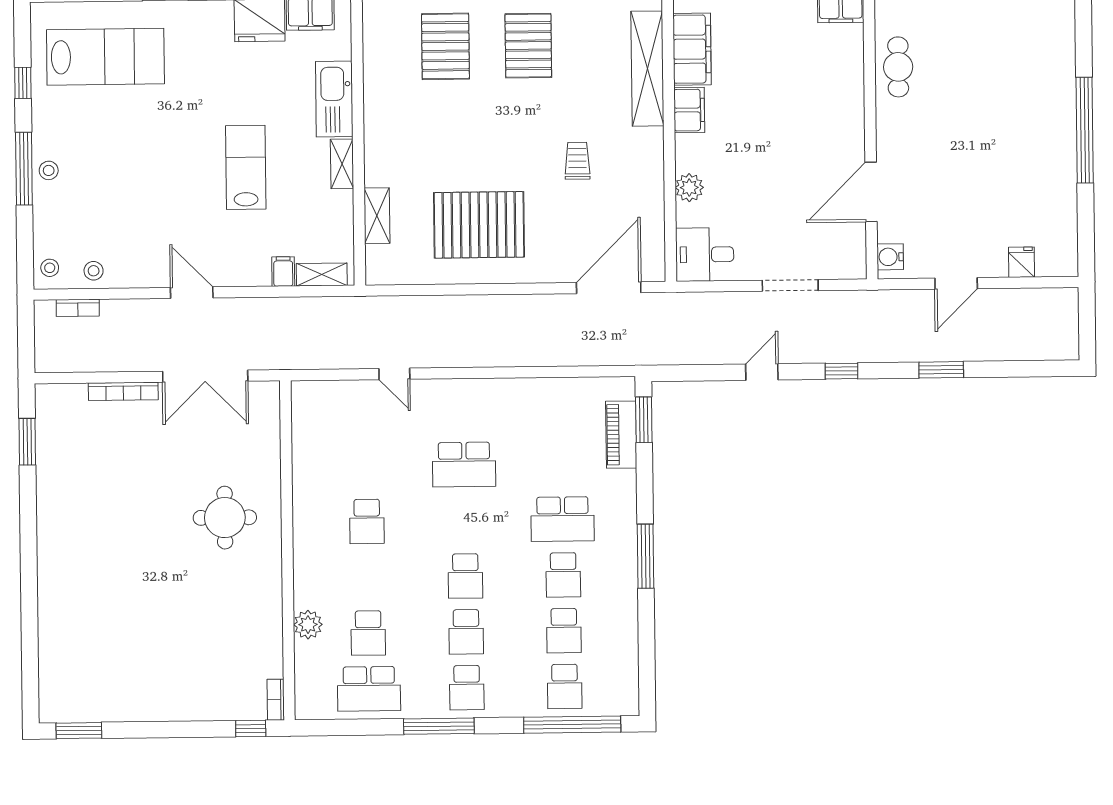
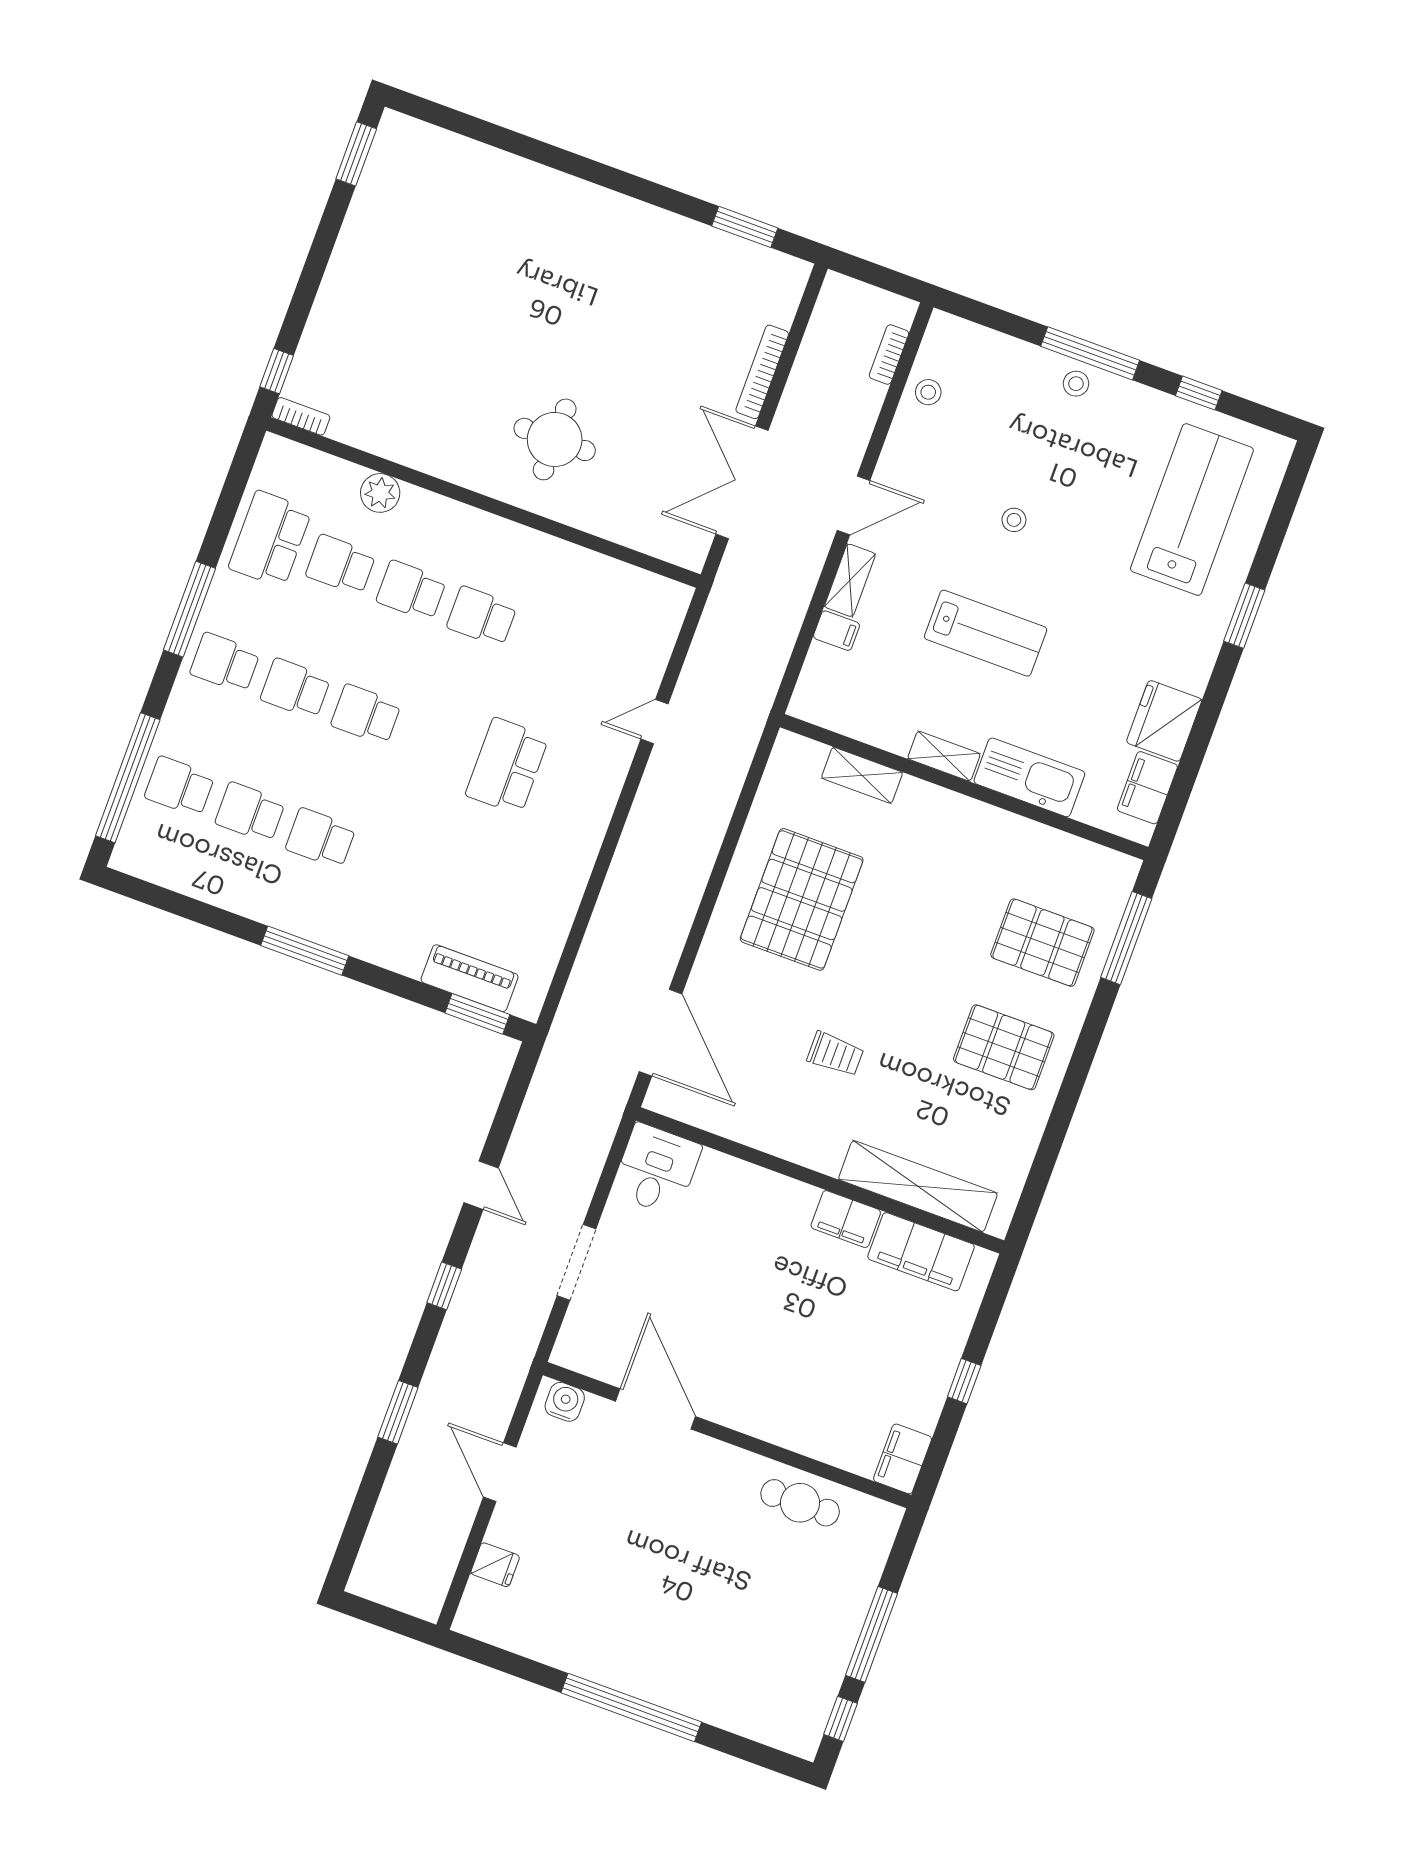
lab bench: (105, 57) -> (1192, 510), turned 180
plant: (689, 188) -> (748, 1182), removed
stool: (50, 268) -> (1014, 520), moved
shelving: (322, 275) -> (850, 580), moved
school desk: (563, 519) -> (411, 591), moved, width x0.54

